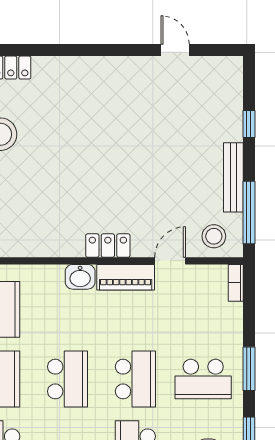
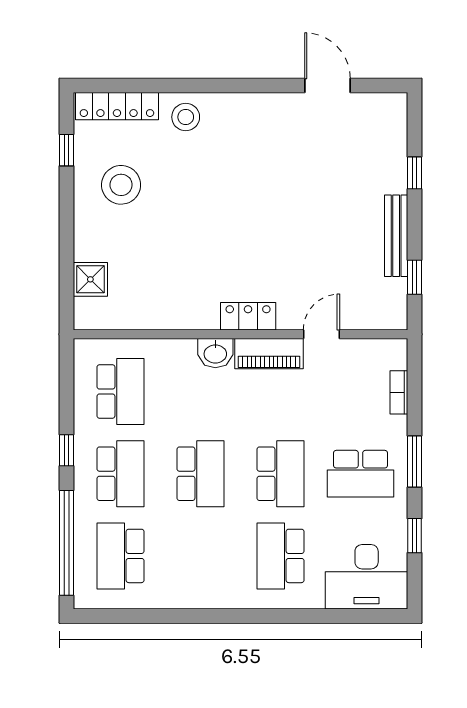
door: (175, 50) -> (327, 86), width x1.38
window: (249, 213) -> (415, 277), width x0.46
stool: (214, 236) -> (186, 117), moved
bookcase: (236, 283) -> (399, 392), moved

